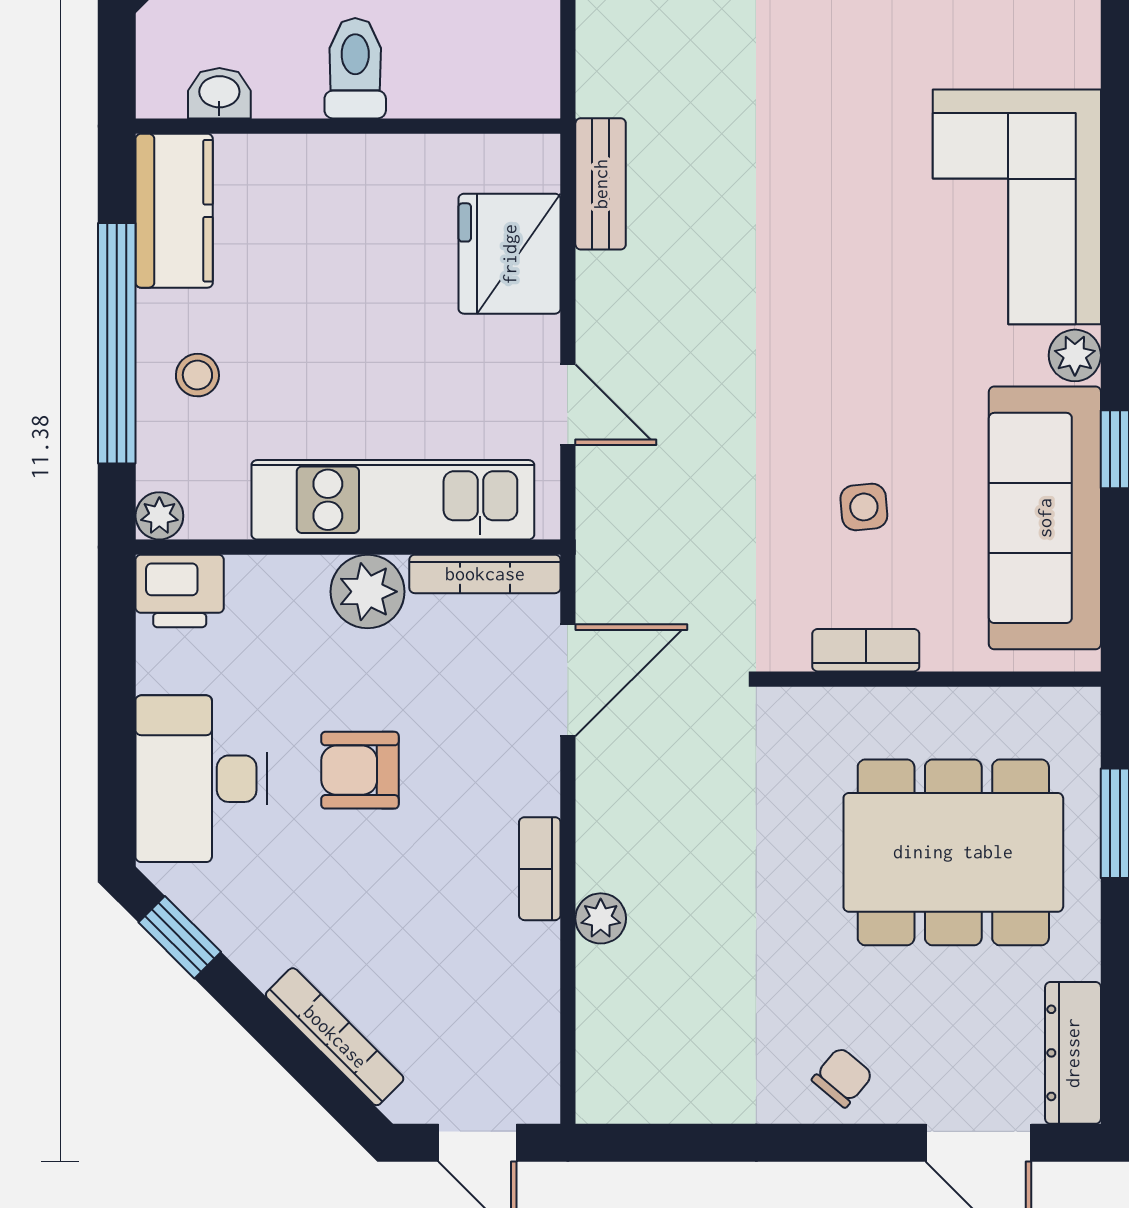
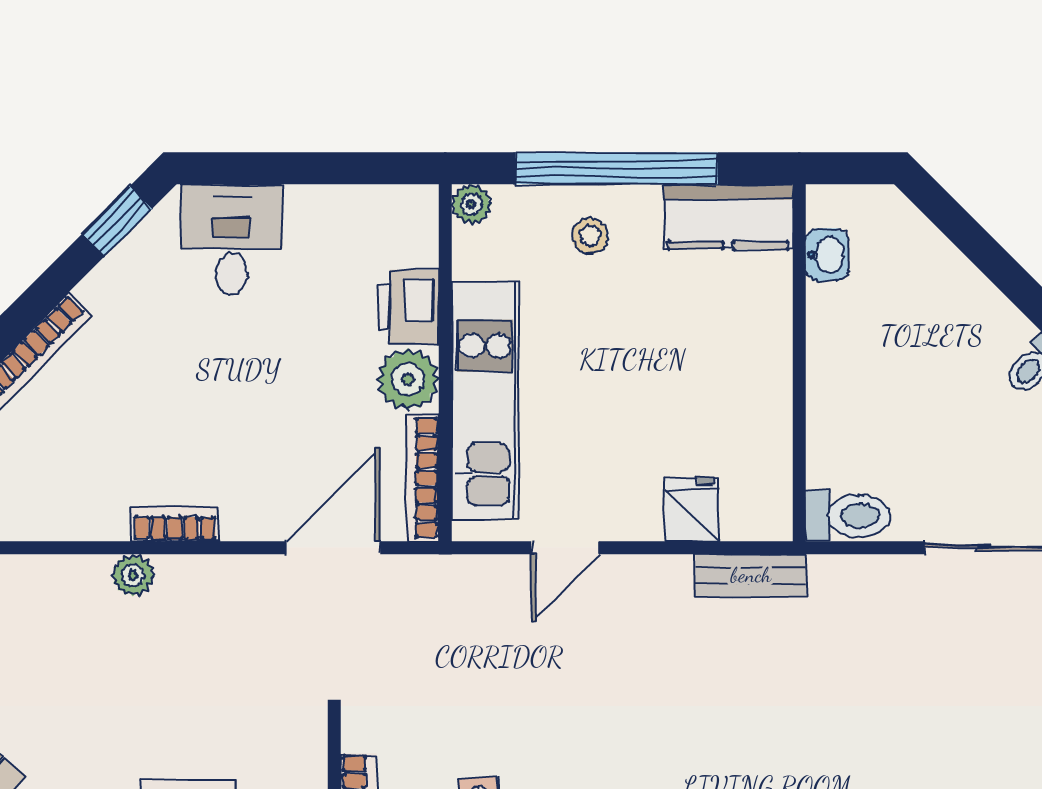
toilet: (355, 68) -> (848, 516), moved
fridge: (510, 254) -> (692, 509), width x0.53, depth x0.75
printer: (180, 591) -> (408, 307), moved
door: (568, 680) -> (333, 548), swing flipped
armchair: (360, 770) -> (258, 373), removed
desk: (201, 779) -> (231, 239), width x0.73

